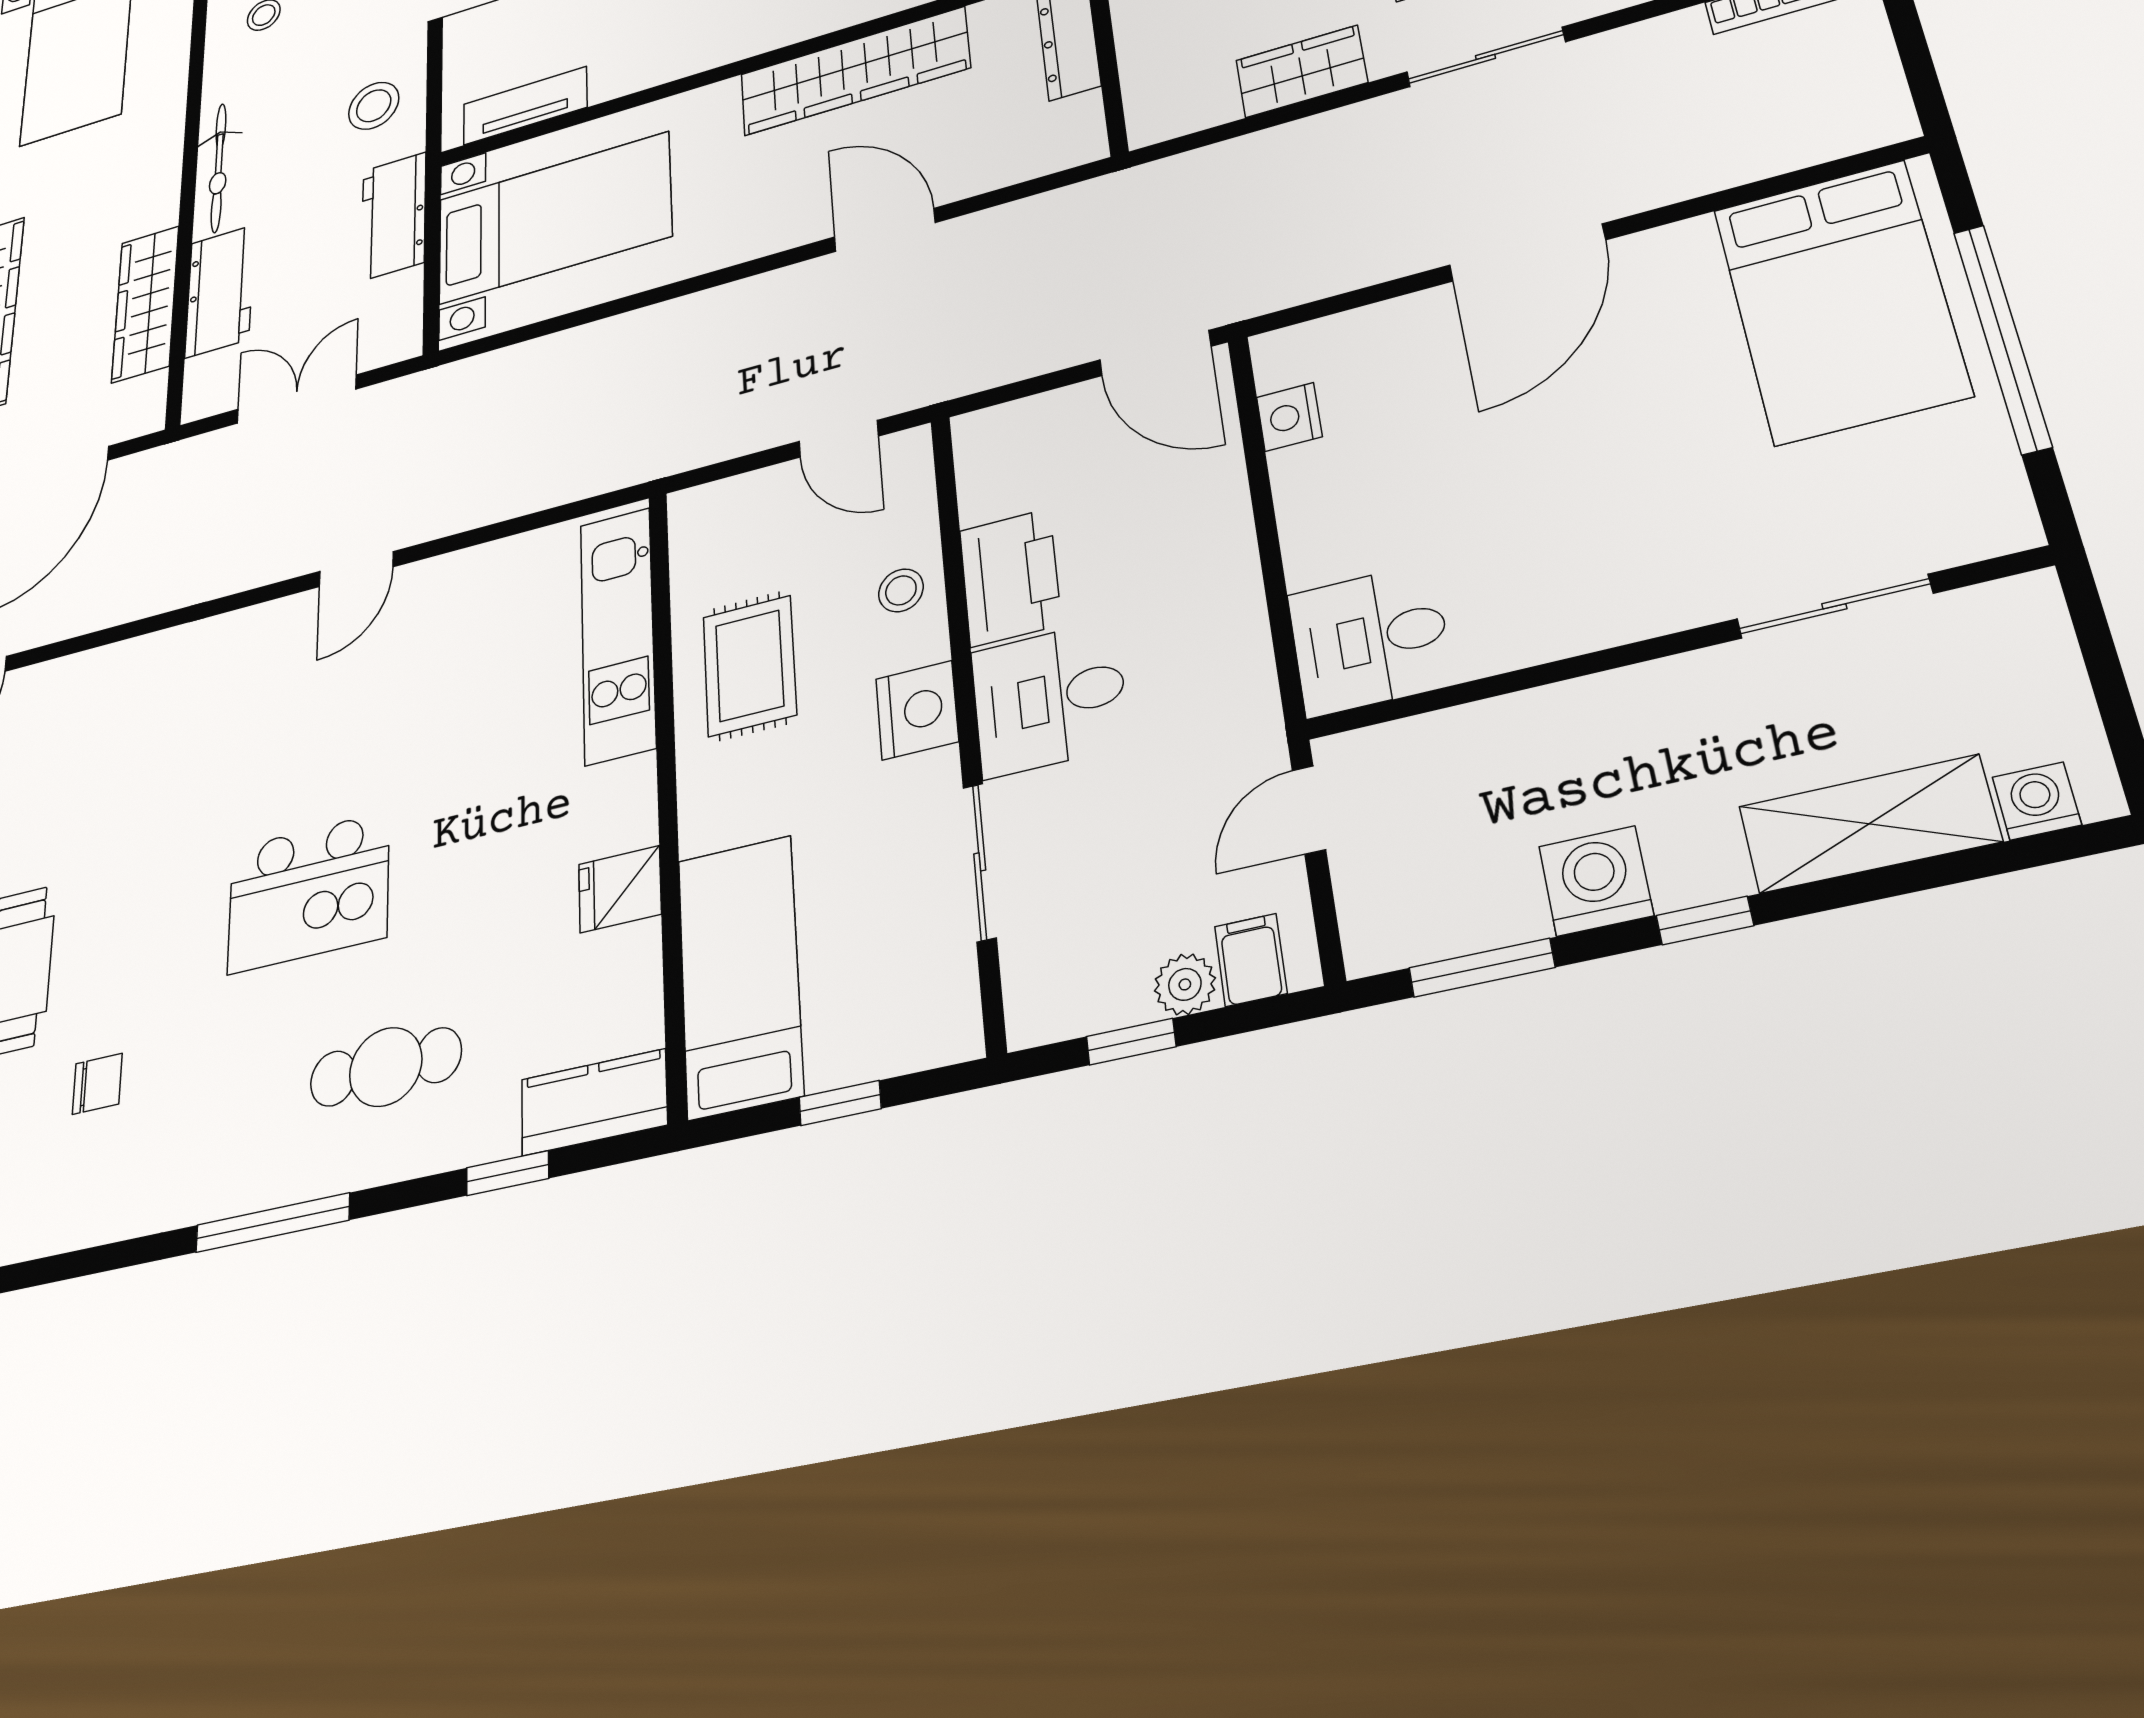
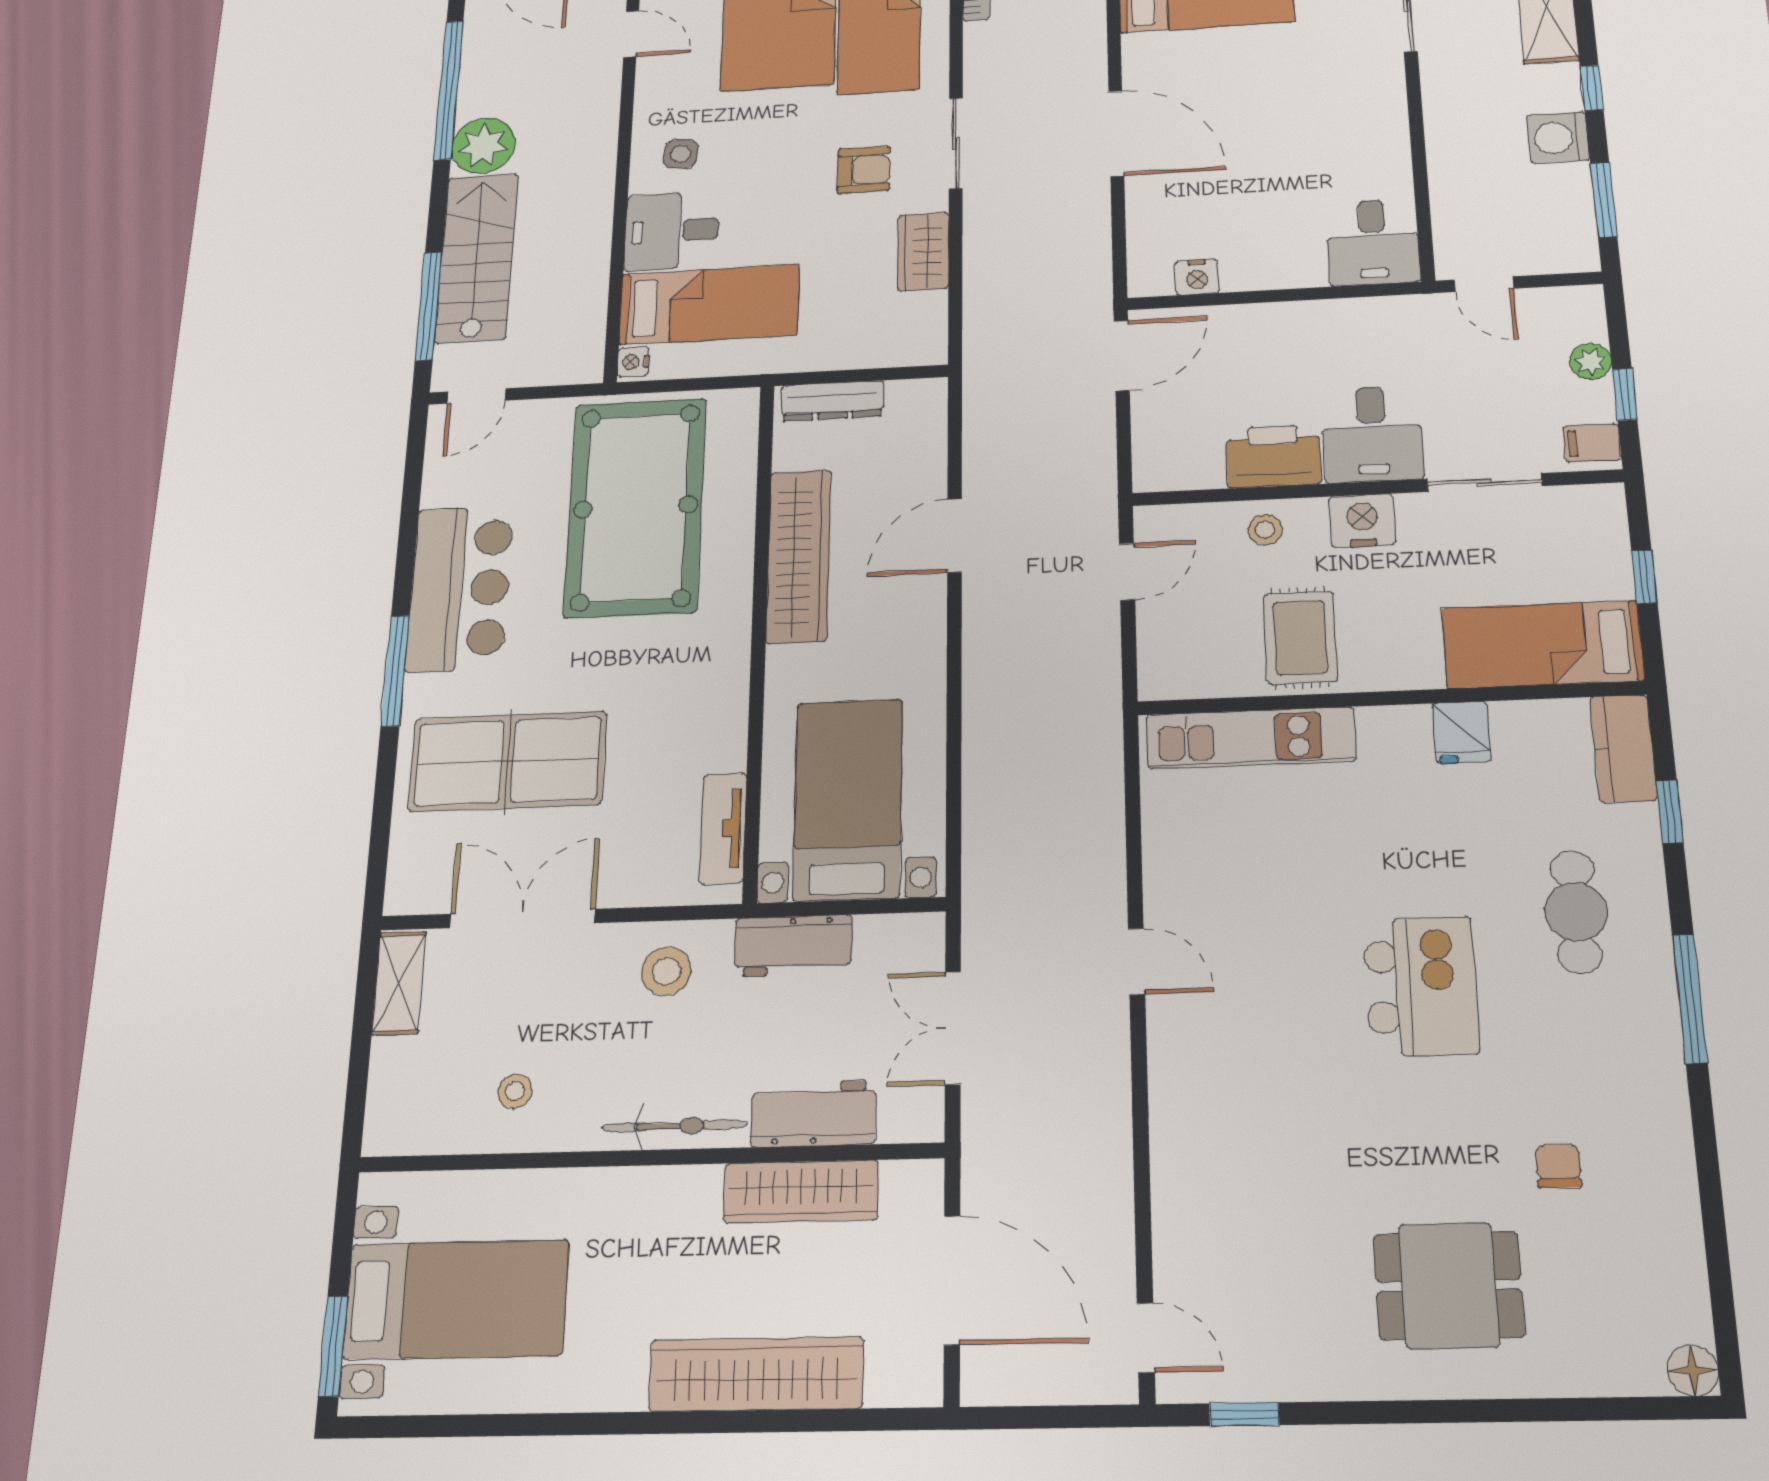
rug: (750, 666) -> (1300, 638), turned 90
filing cabinet: (1251, 960) -> (1592, 443), moved

